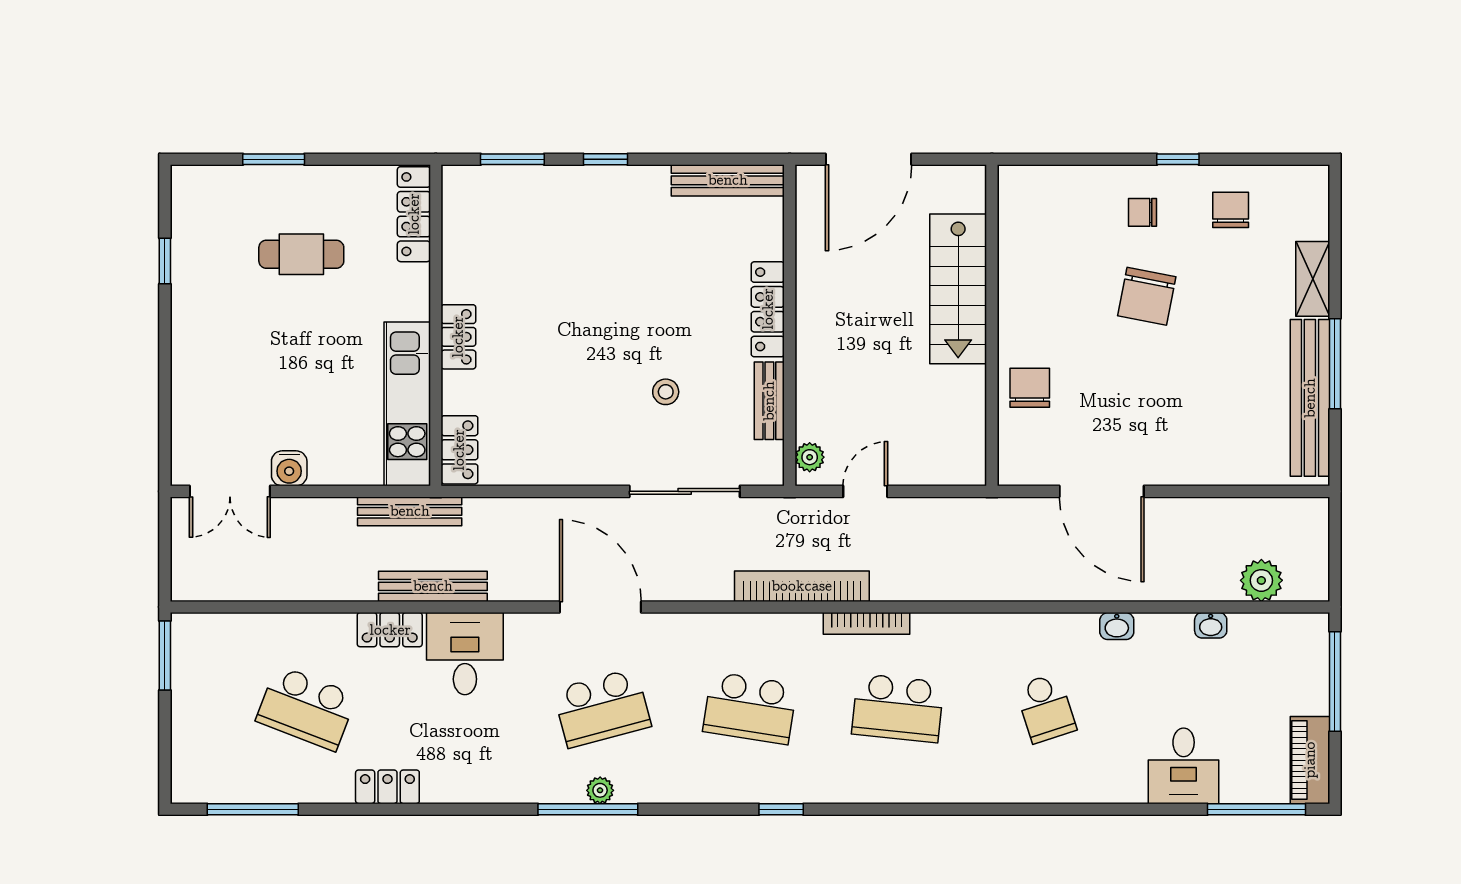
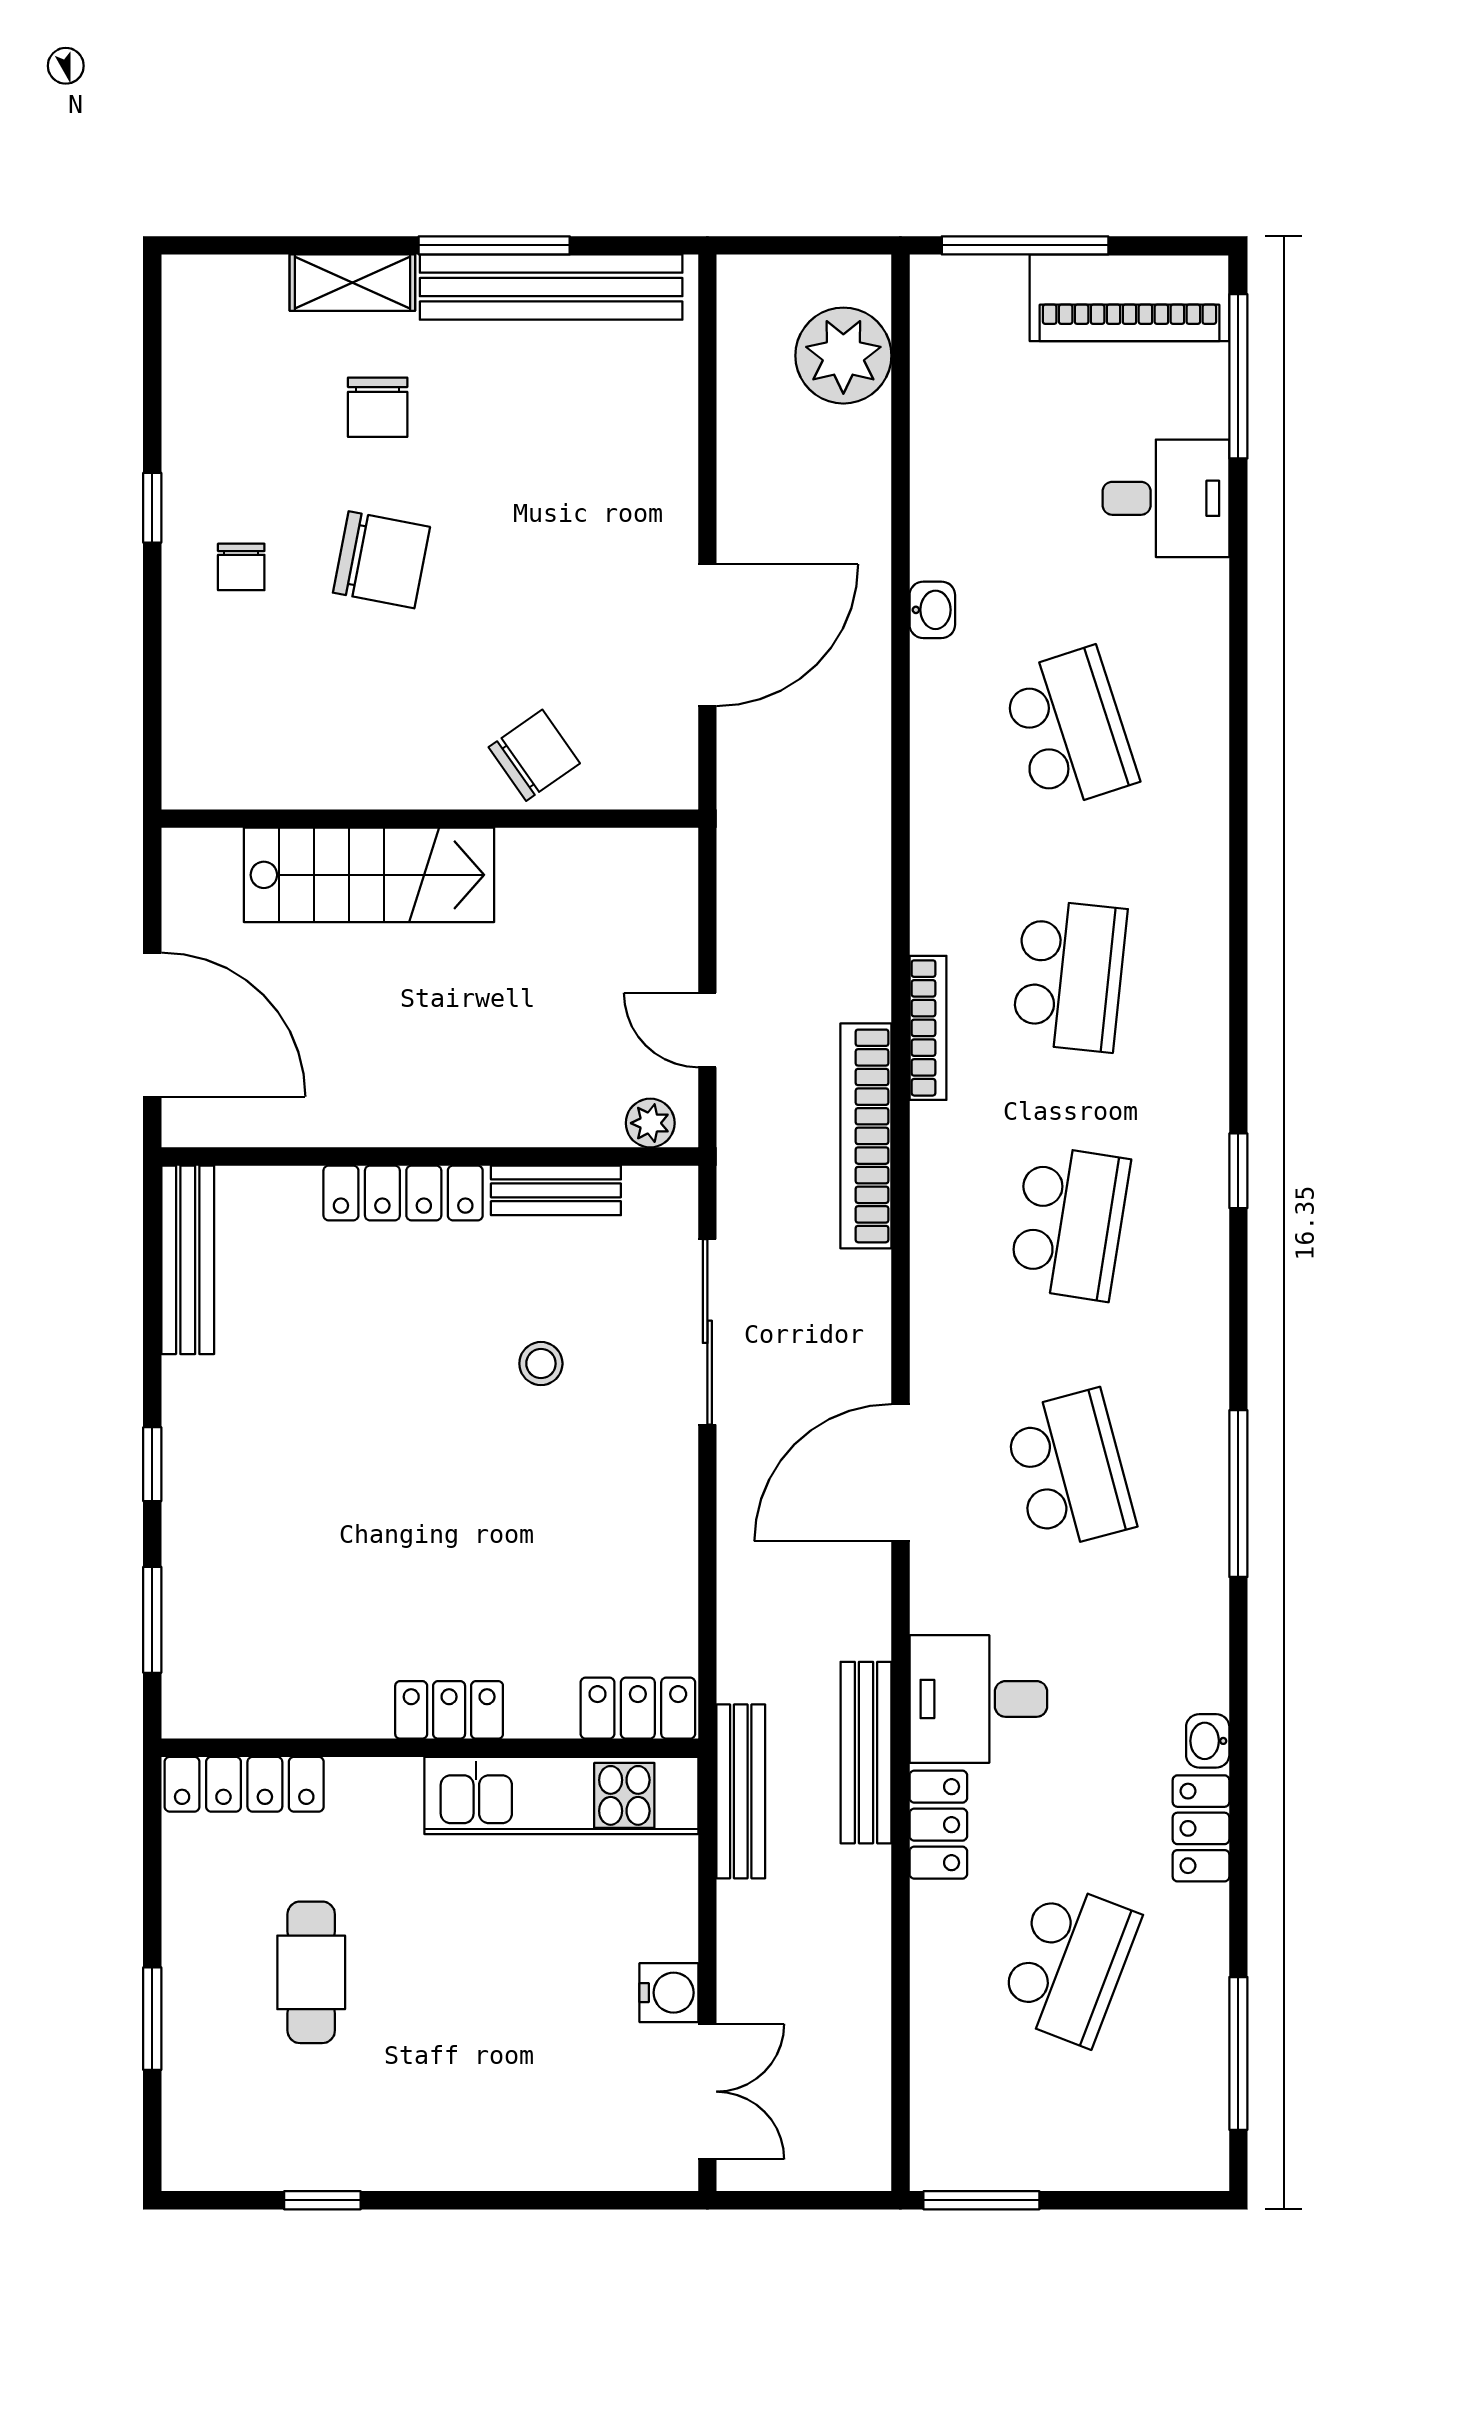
chair: (1231, 210) -> (378, 407), moved, turned -90
chair: (1030, 388) -> (534, 755), turned 145
plant: (1261, 580) -> (843, 356), width x1.36, depth x1.36
washbasin: (1211, 625) -> (1208, 1741), moved, turned 180
school desk: (1046, 708) -> (1069, 729), width x1.85
piano: (1310, 760) -> (1129, 298), width x1.37, depth x1.33
plant: (600, 790) -> (1207, 1473), removed

